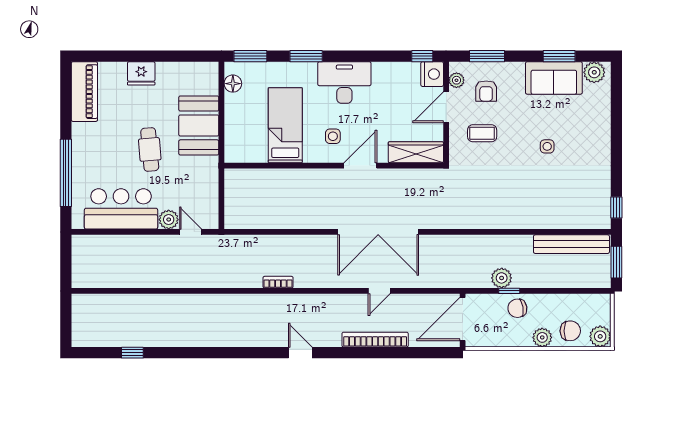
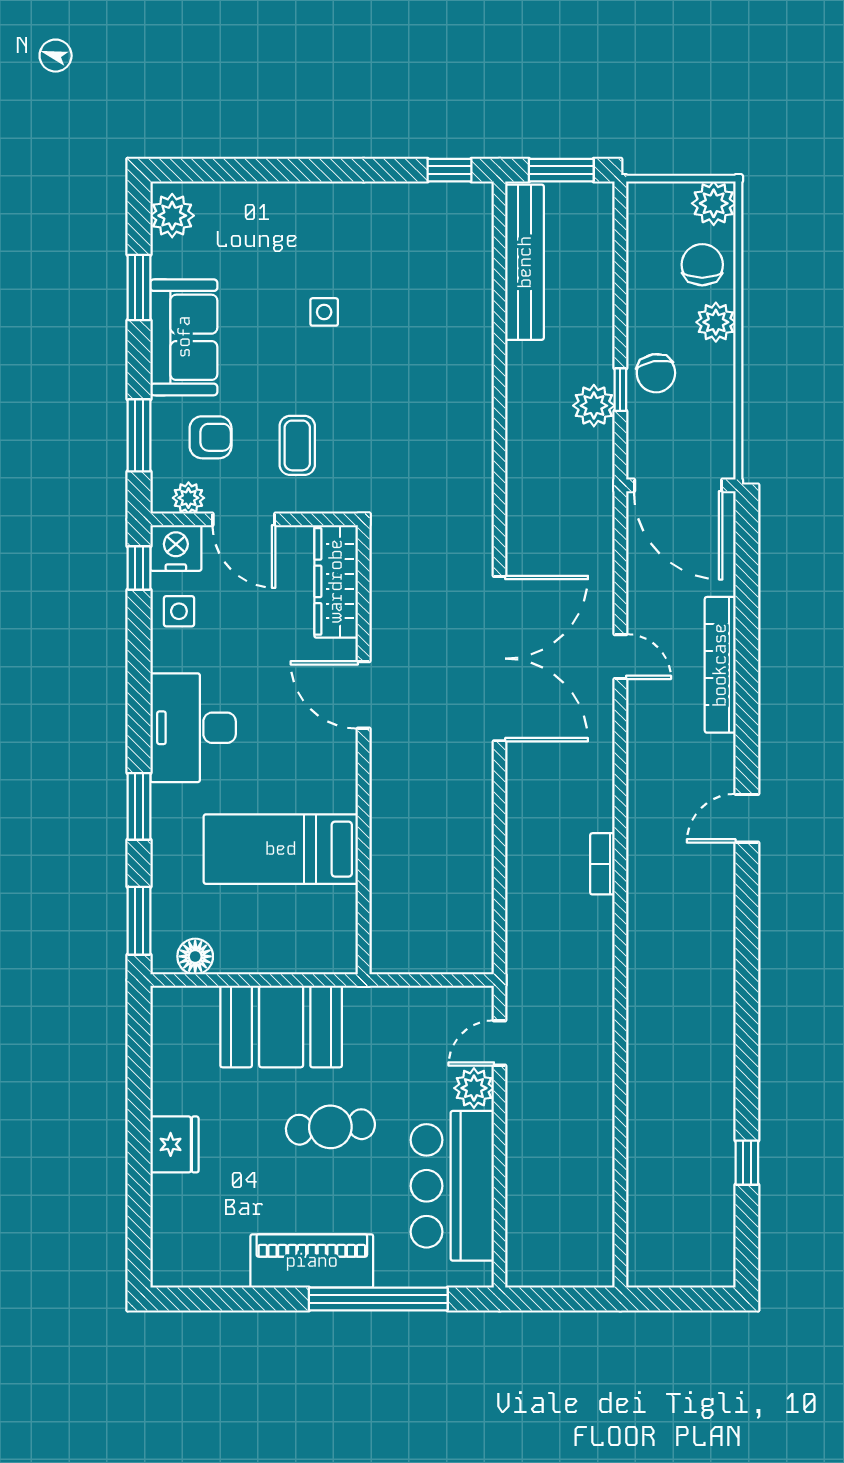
sofa: (554, 78) -> (184, 337), moved
piano: (84, 92) -> (312, 1261), moved
side table: (333, 136) -> (179, 611), moved

